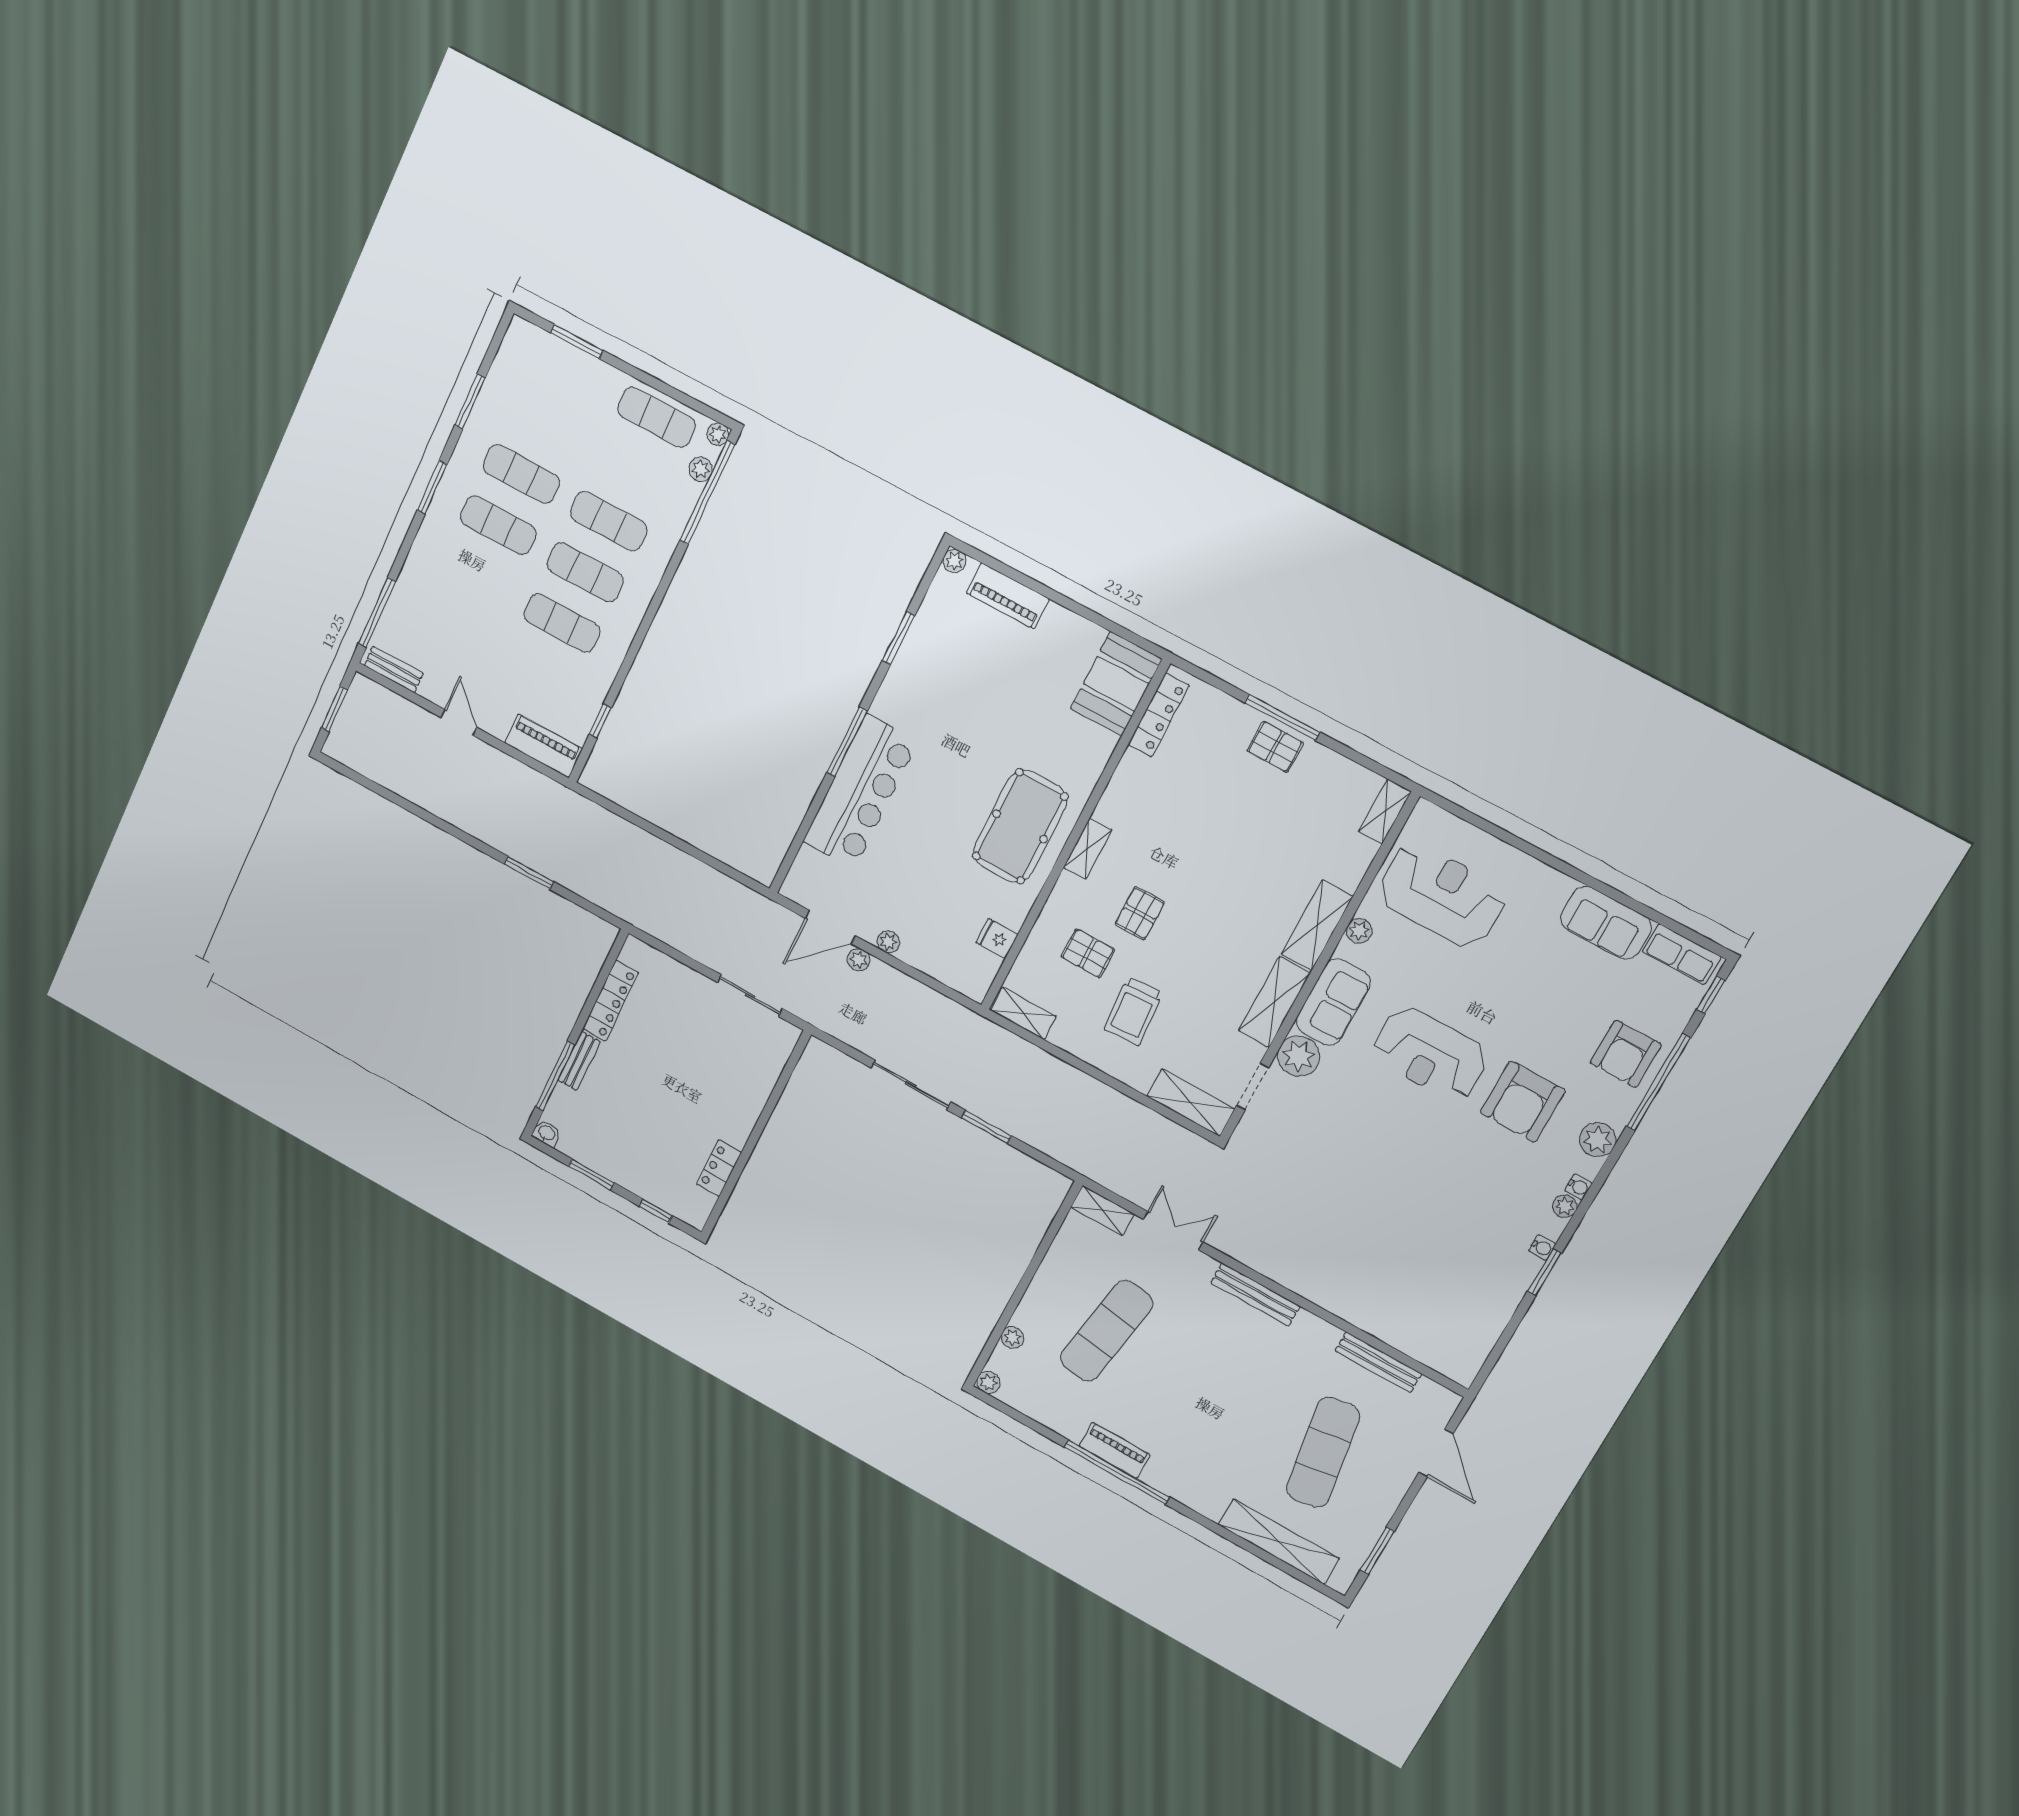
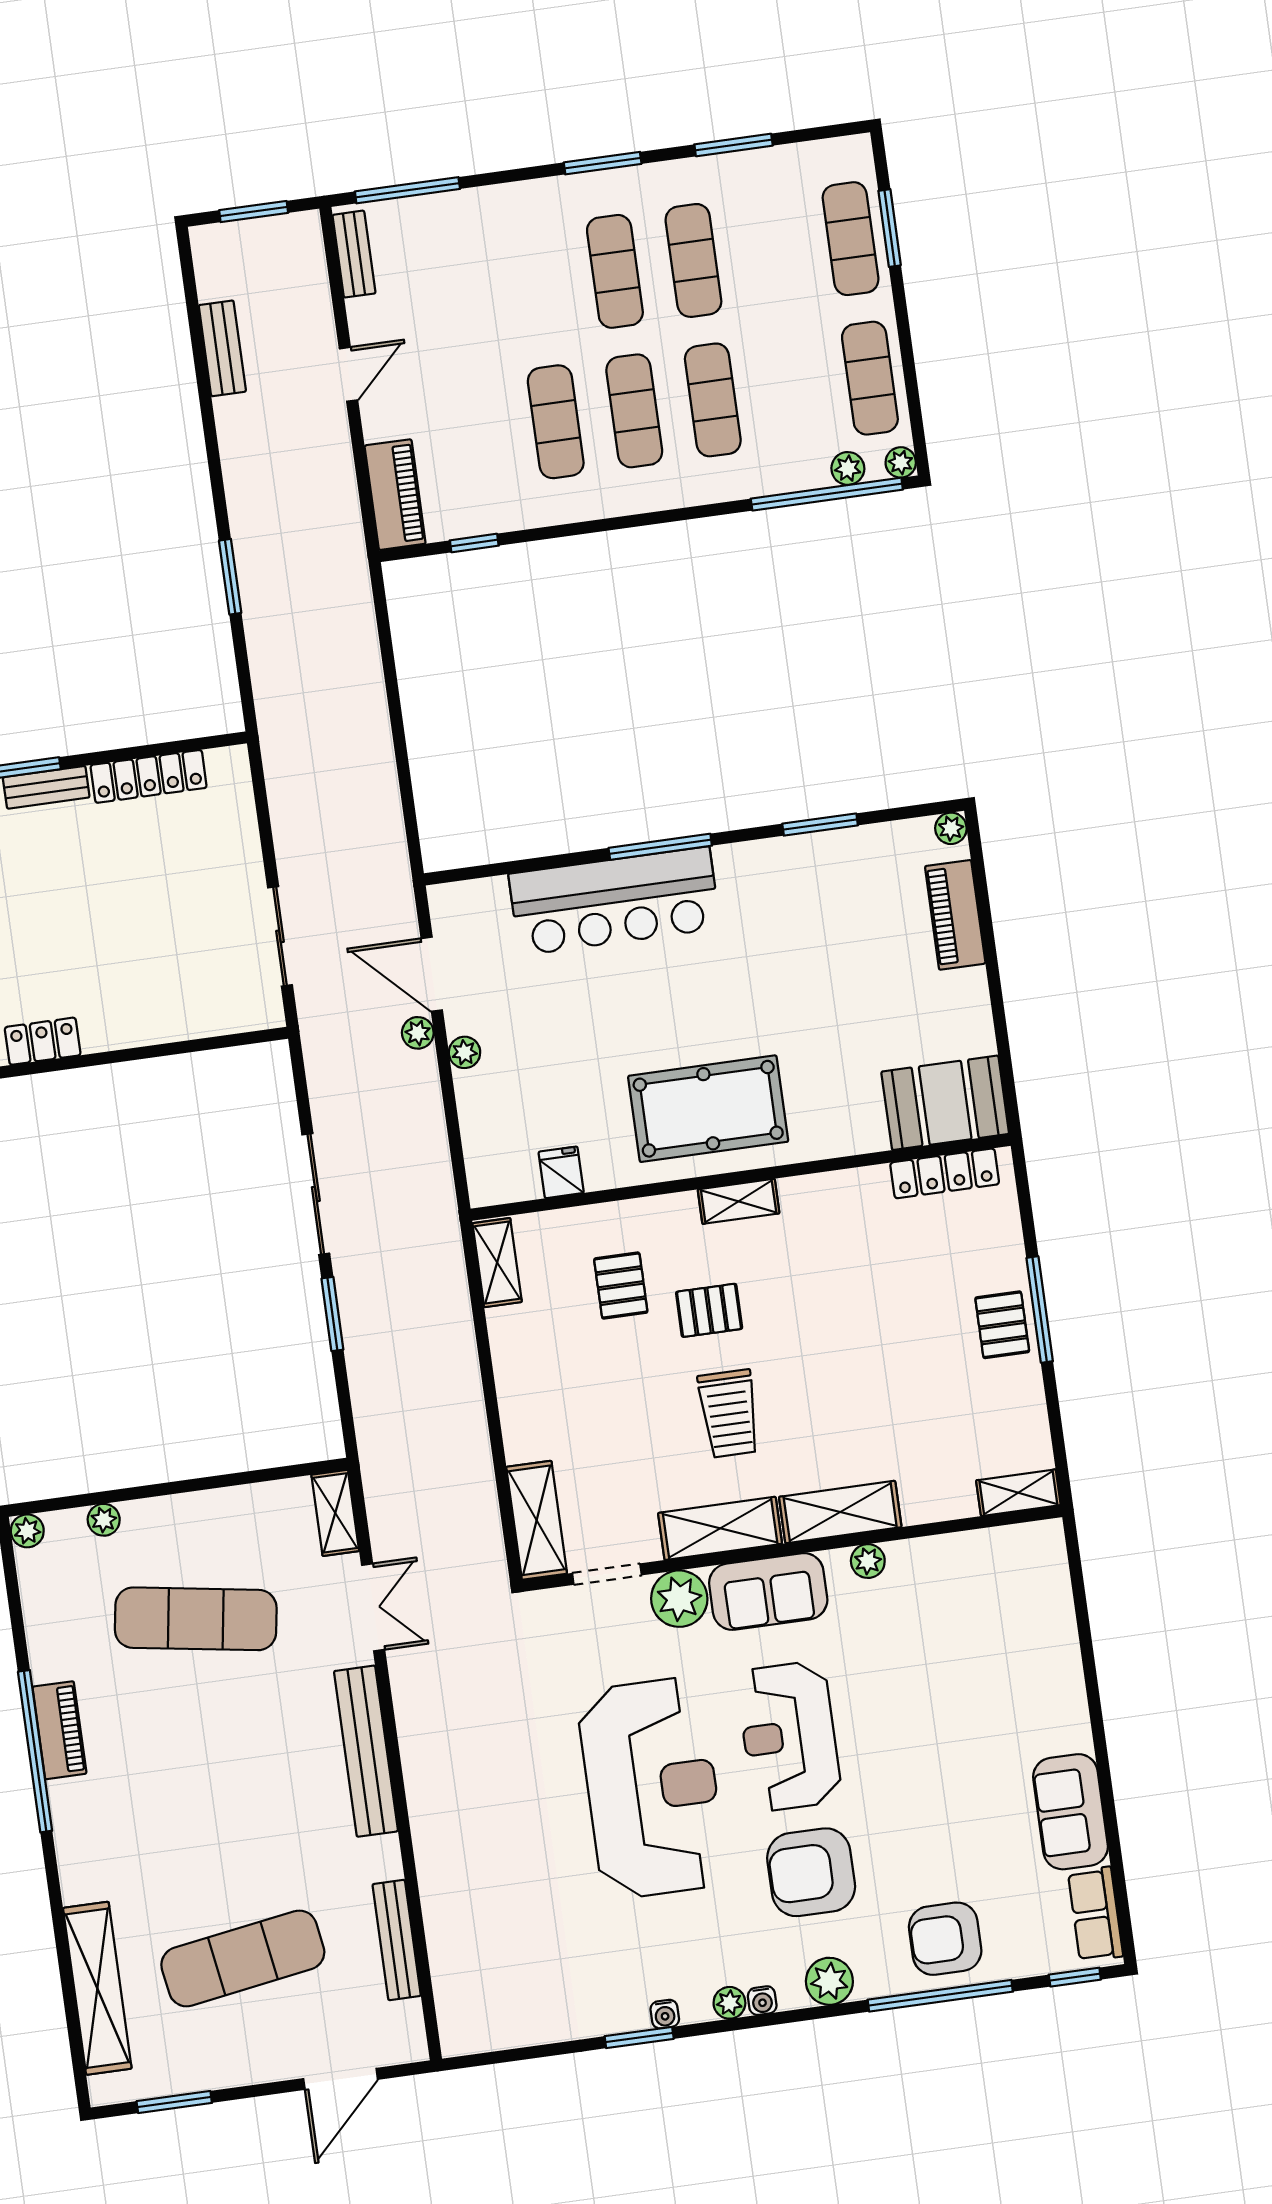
exercise mat: (568, 370) -> (851, 239), added
bench: (399, 783) -> (222, 348), added
reception desk: (1442, 895) -> (652, 1788), moved, width x1.36, depth x1.30
trolley: (1133, 1011) -> (729, 1413), moved, turned -86
bench: (1255, 1294) -> (366, 1751), width x1.37, depth x1.21

